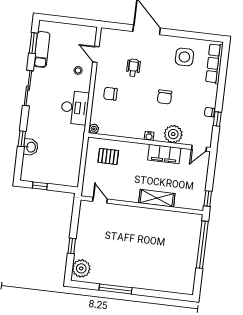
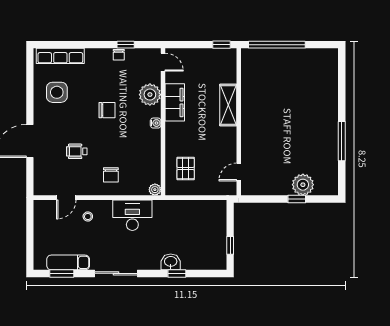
washbasin: (31, 147) -> (171, 262), moved
plant: (81, 268) -> (303, 185), moved

